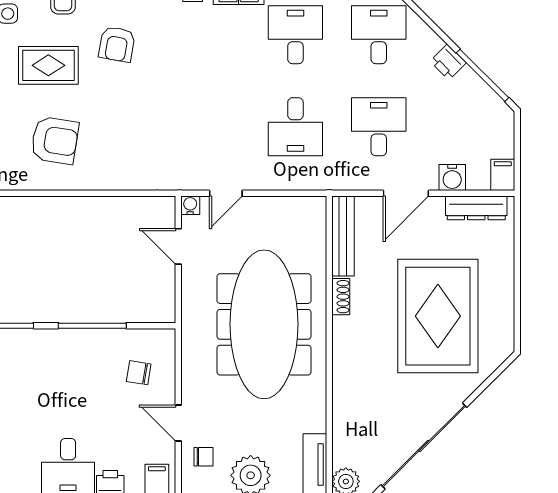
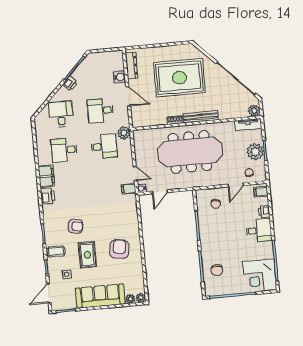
desk: (379, 35) -> (61, 114), turned 90
filing cabinet: (503, 175) -> (129, 189), moved
plant: (322, 176) -> (124, 133), added
bench: (343, 236) -> (201, 117), moved

